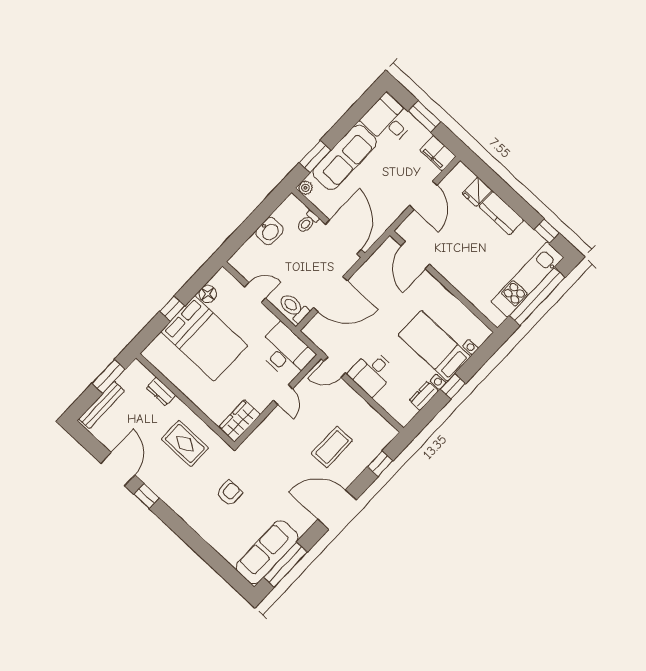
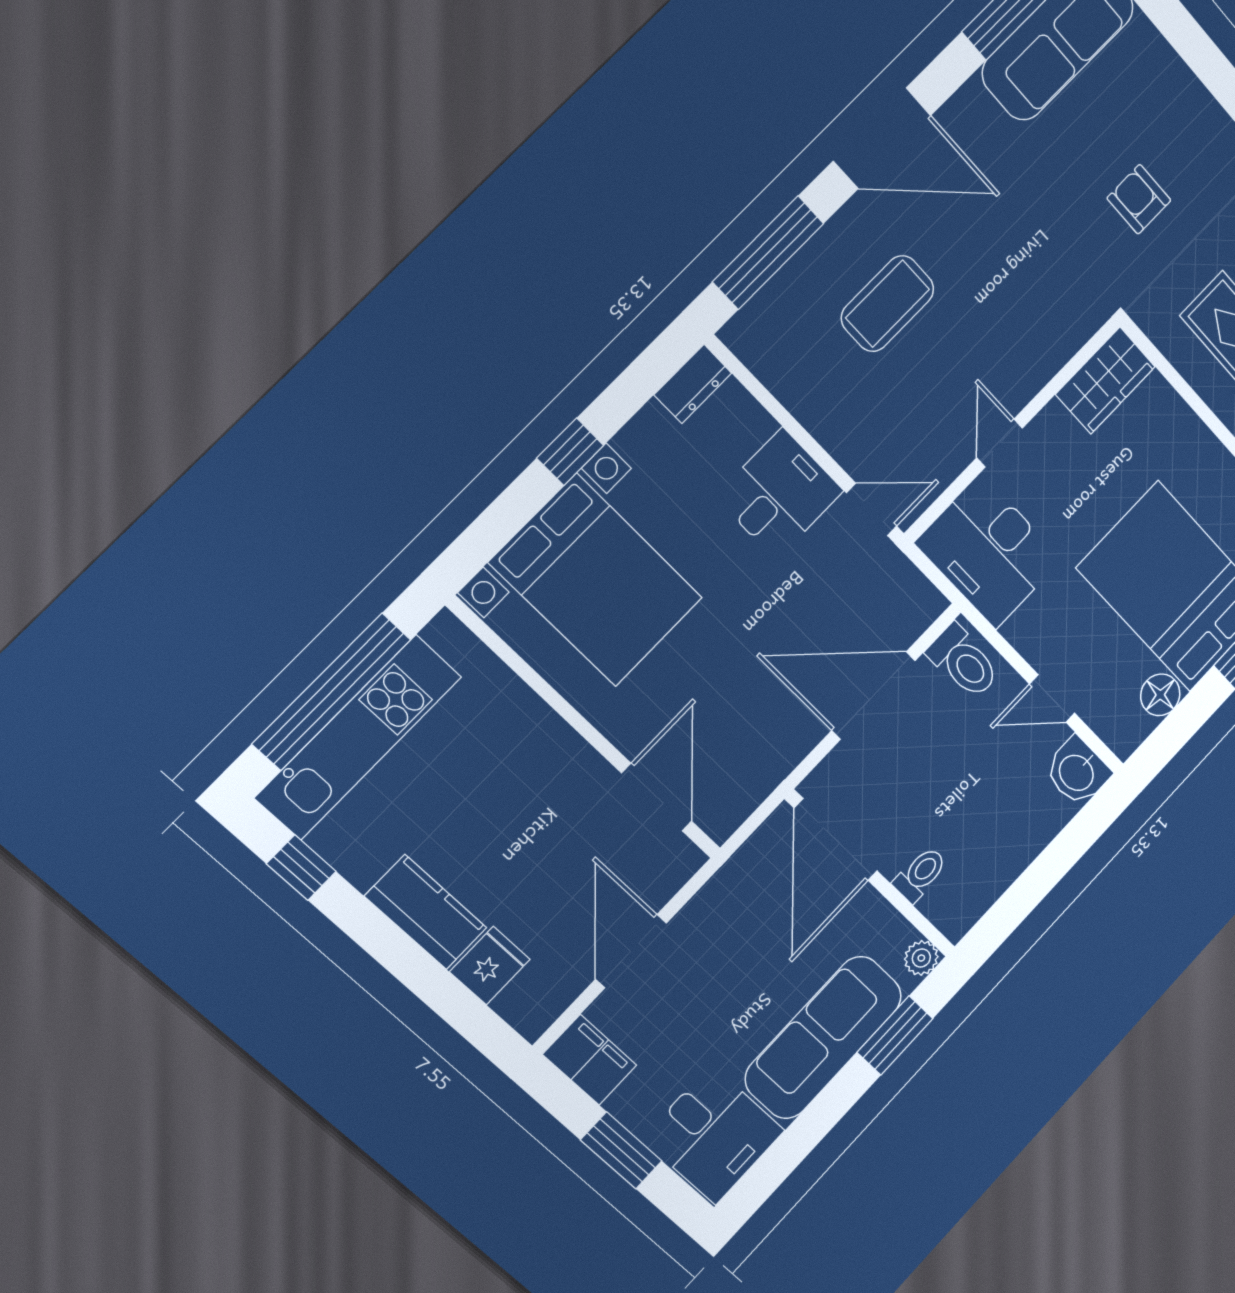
washbasin: (269, 231) -> (1077, 772), moved, turned -90
bed with nightstands: (434, 346) -> (596, 580), width x1.36
dresser: (424, 396) -> (693, 384), moved
window: (380, 464) -> (768, 253), width x2.17
armchair: (229, 493) -> (1139, 199), turned 90

